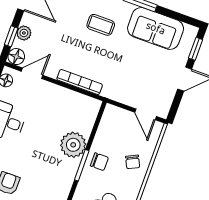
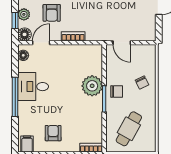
armchair: (57, 43) -> (52, 13), added
bookcase: (80, 82) -> (73, 36), width x0.64
door: (146, 114) -> (122, 43), moved

